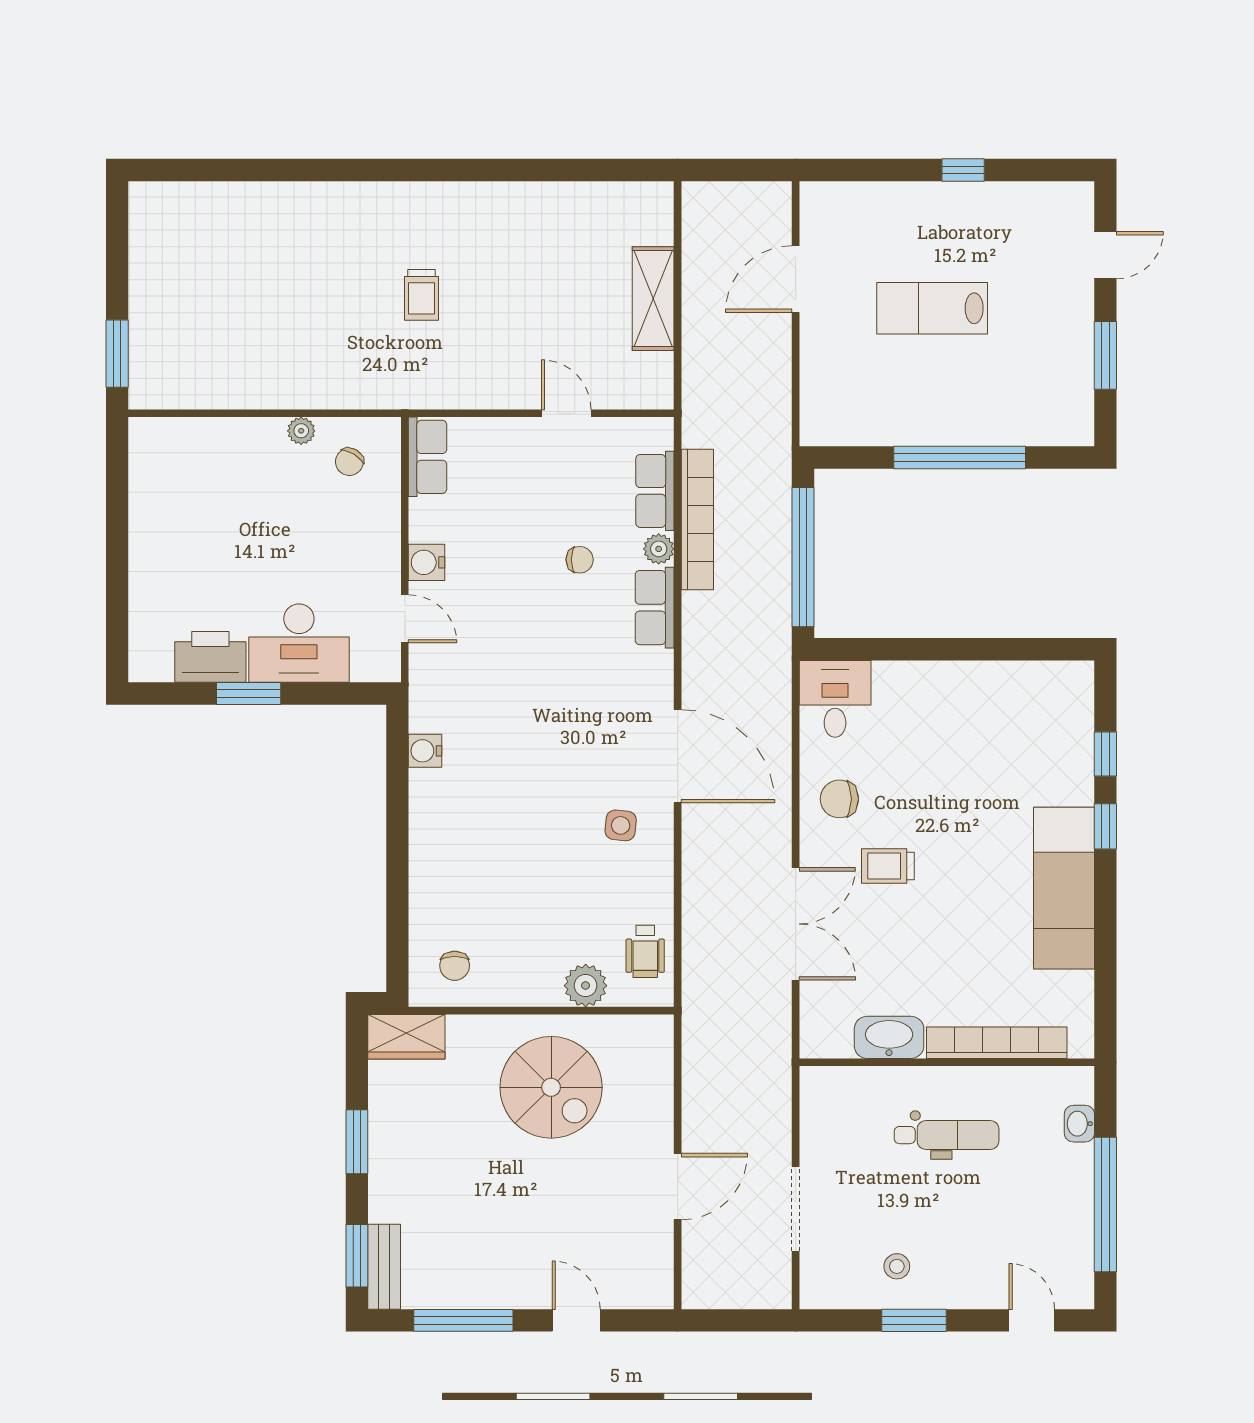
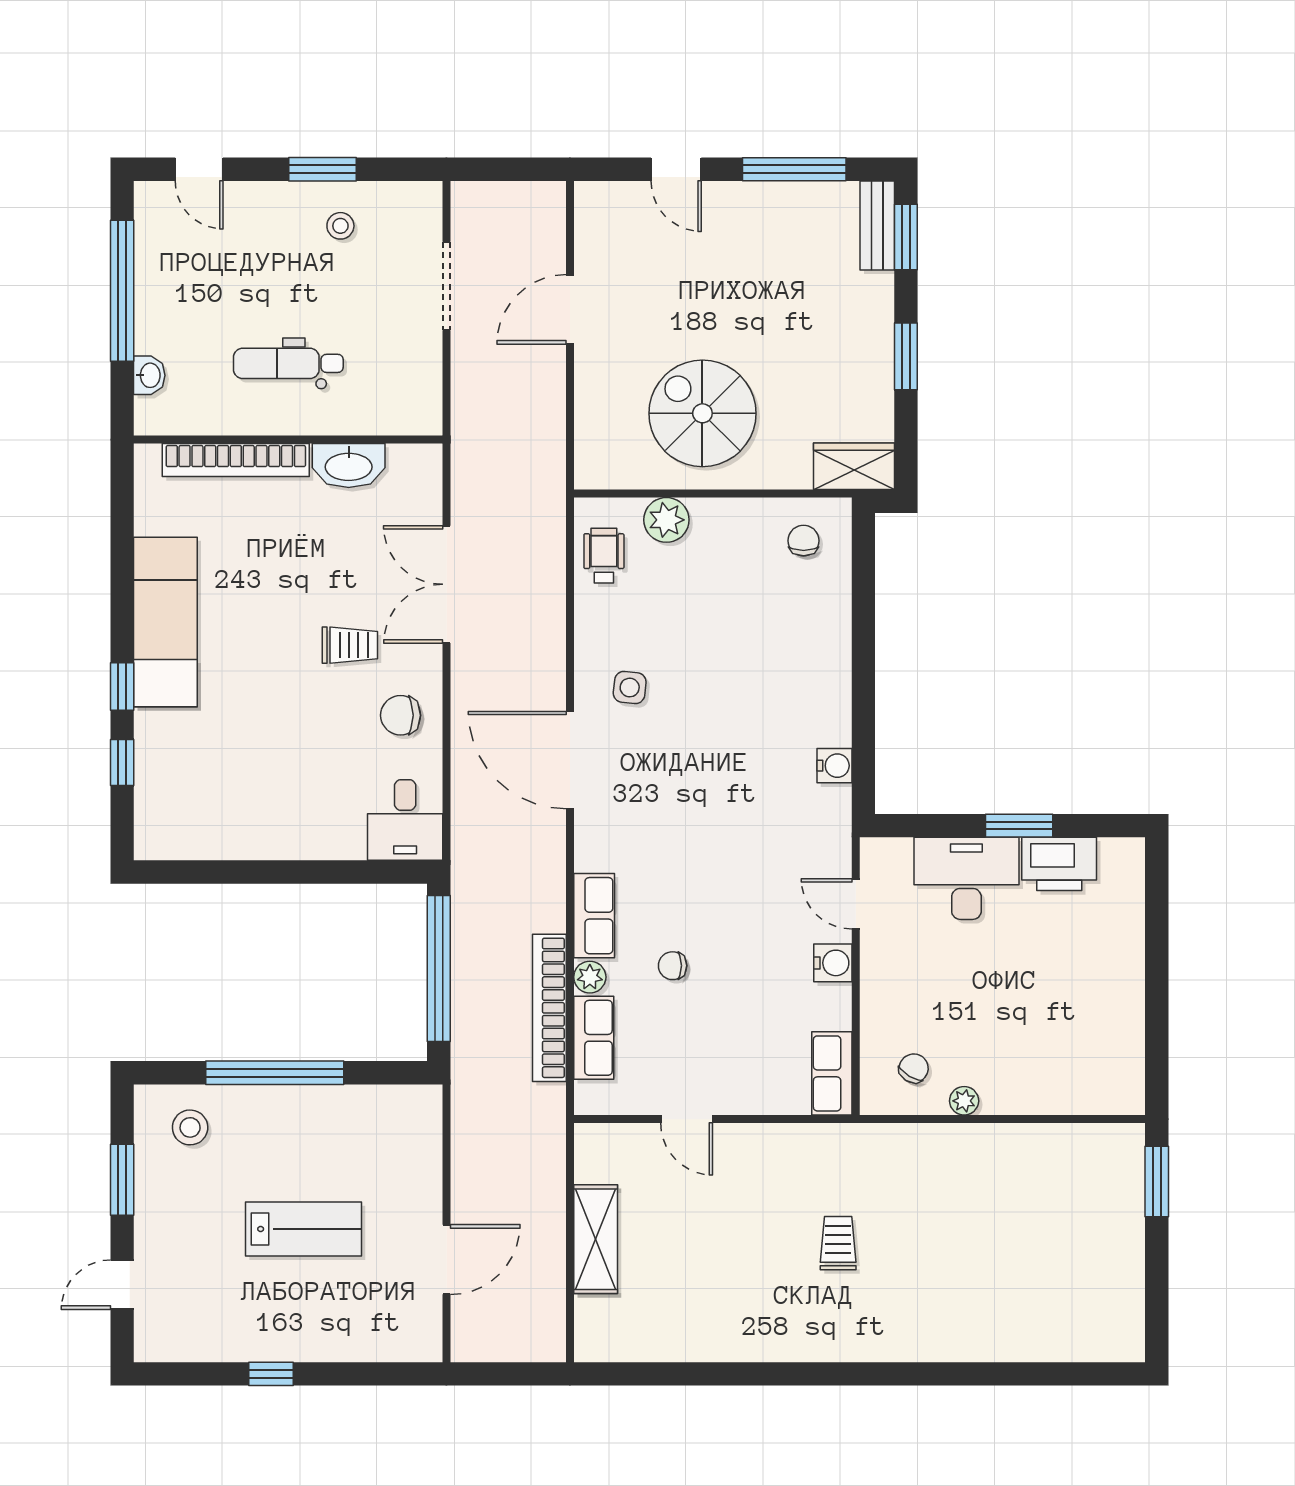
stool: (1040, 405) -> (190, 1127), added
chair: (839, 799) -> (401, 715), turned 180

